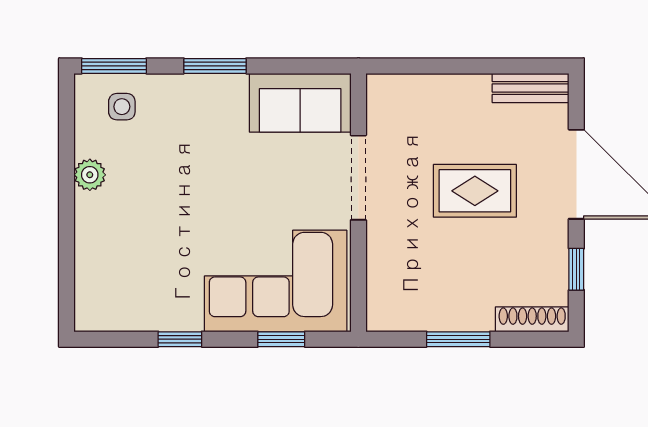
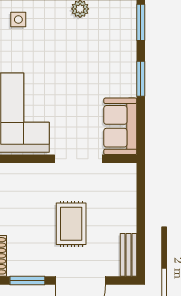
side table: (122, 107) -> (18, 20), moved
window: (576, 269) -> (27, 280), width x1.50

